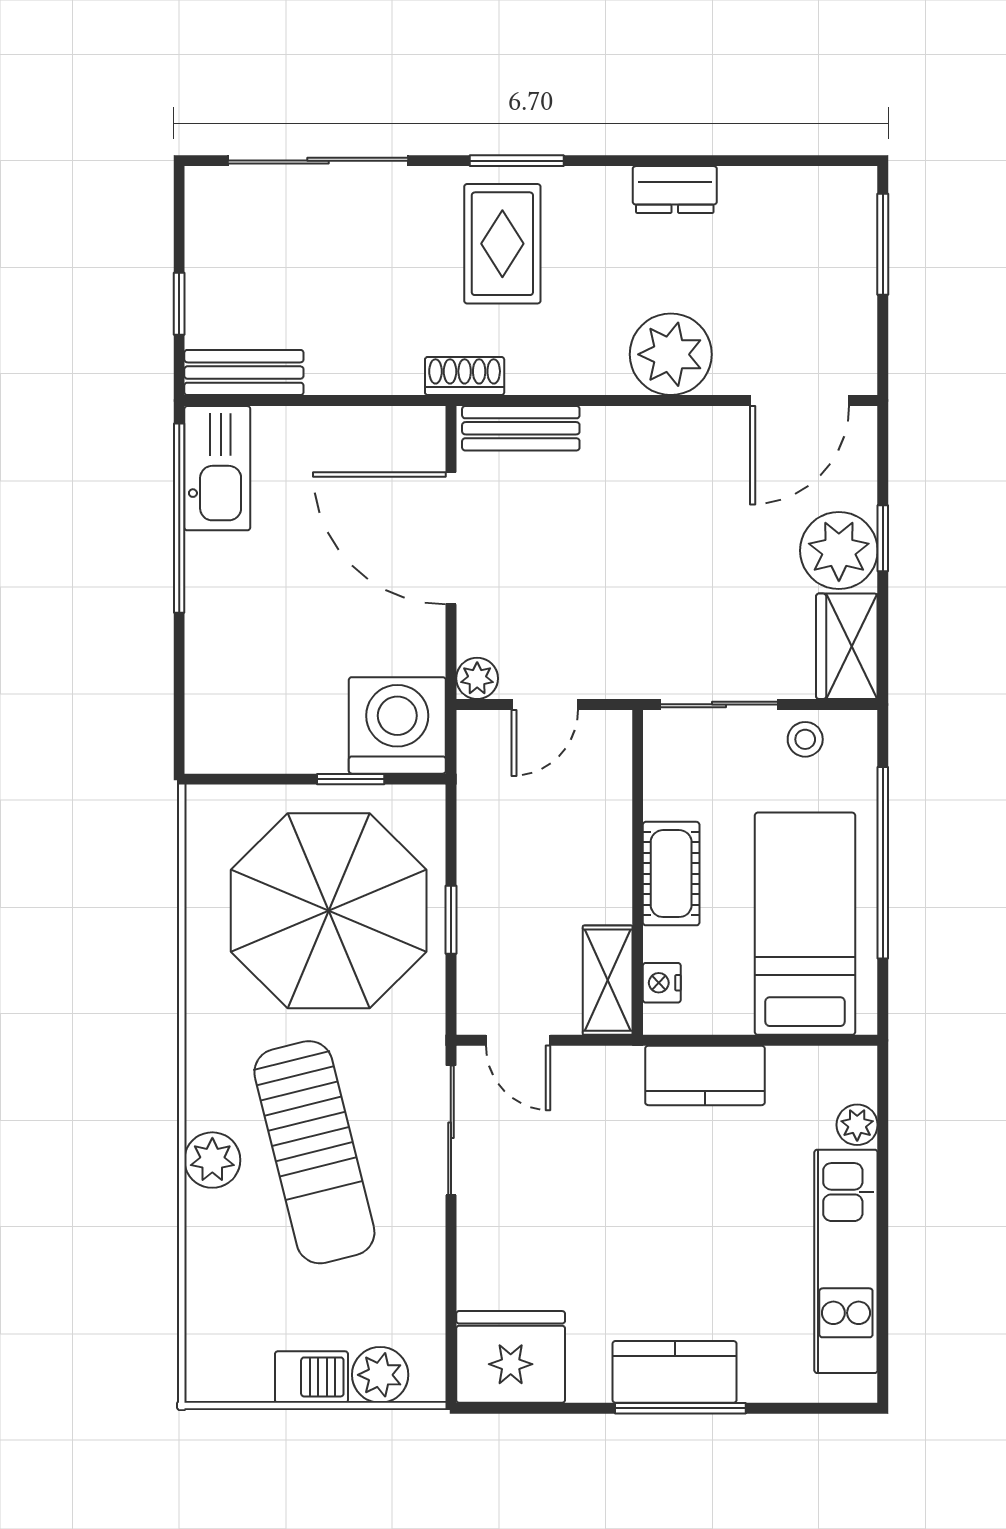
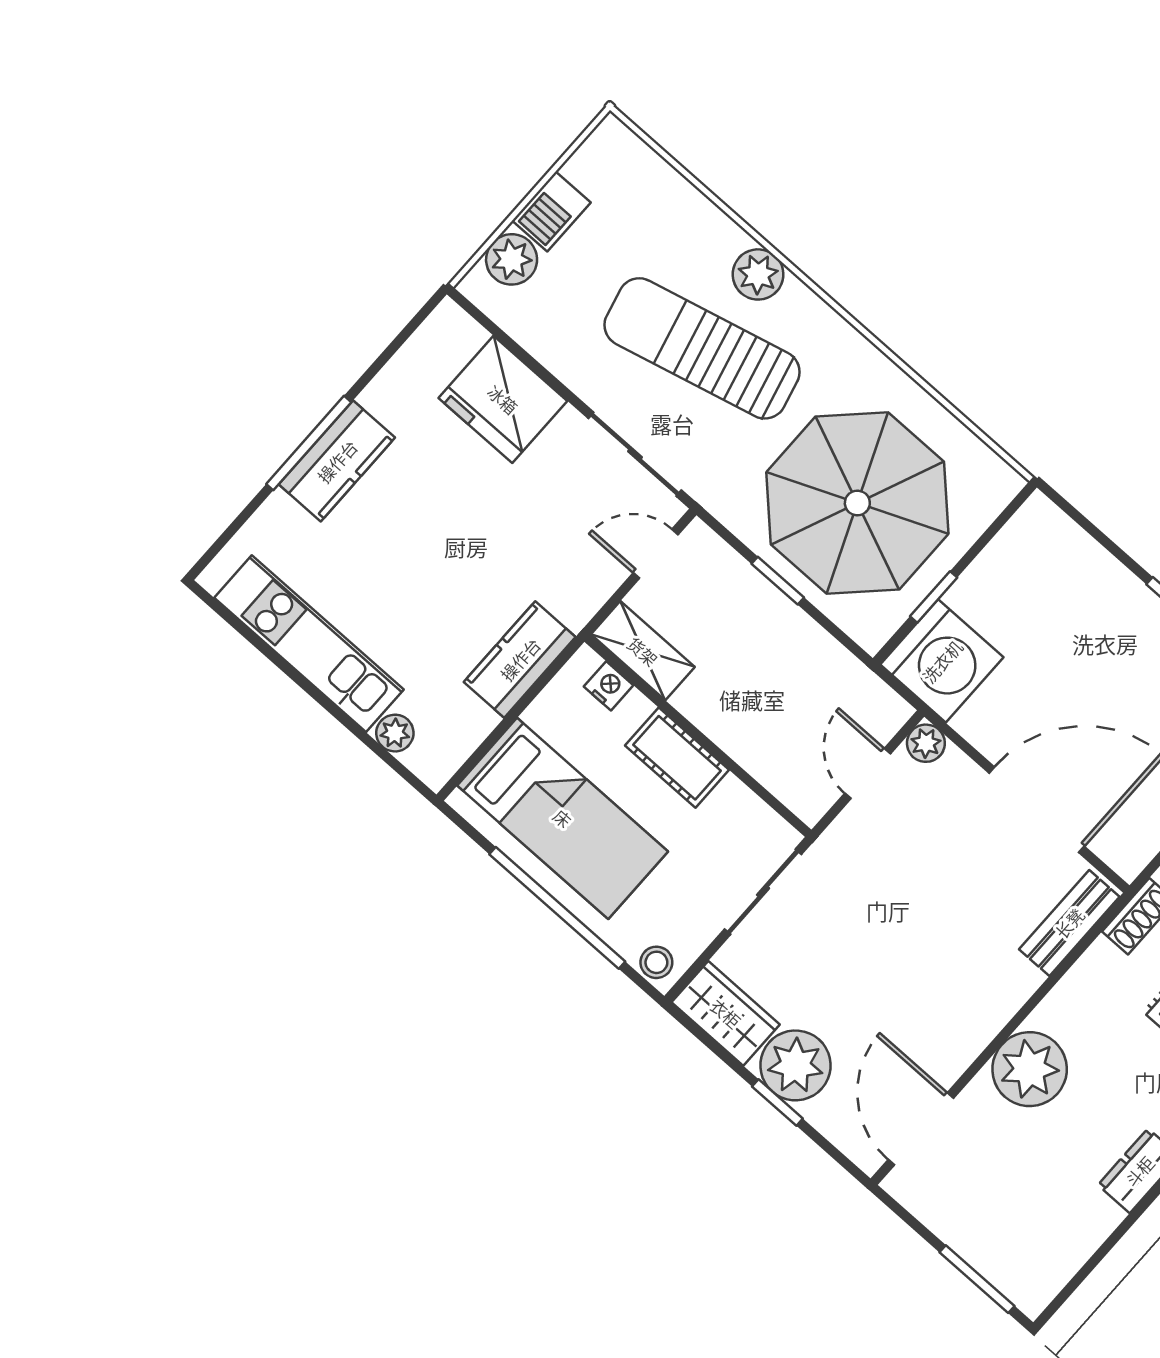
stool: (805, 739) -> (656, 962), moved
fridge: (511, 1357) -> (503, 399), moved, turned 90

